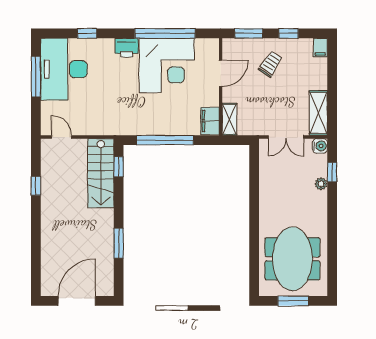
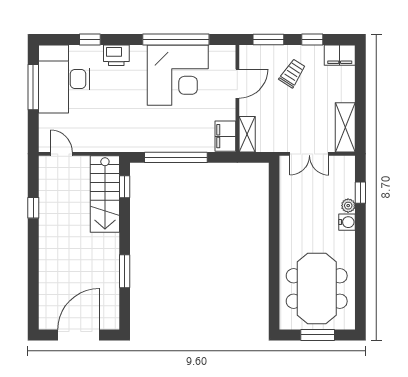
filing cabinet: (320, 47) -> (340, 55), width x2.00
printer: (127, 48) -> (116, 55), moved
water cooler: (320, 146) -> (347, 222), moved

